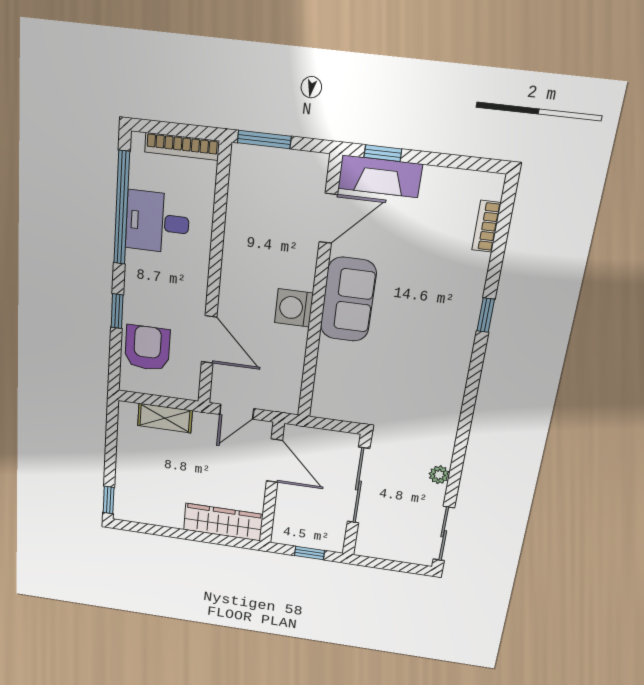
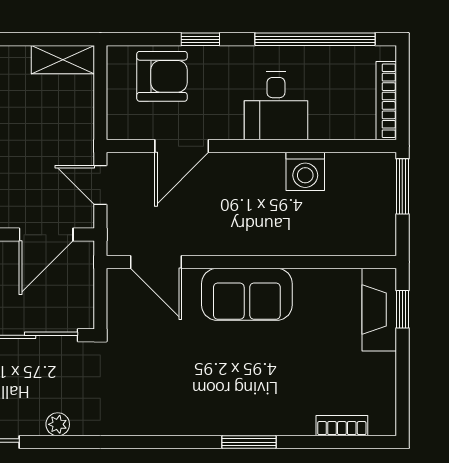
door: (328, 218) -> (156, 262), moved
desk: (157, 222) -> (276, 106), moved, turned 180
washing machine: (294, 308) -> (305, 171), moved, turned 180
window: (486, 315) -> (249, 442), width x1.50
shelving: (165, 418) -> (63, 60), moved, turned 90

